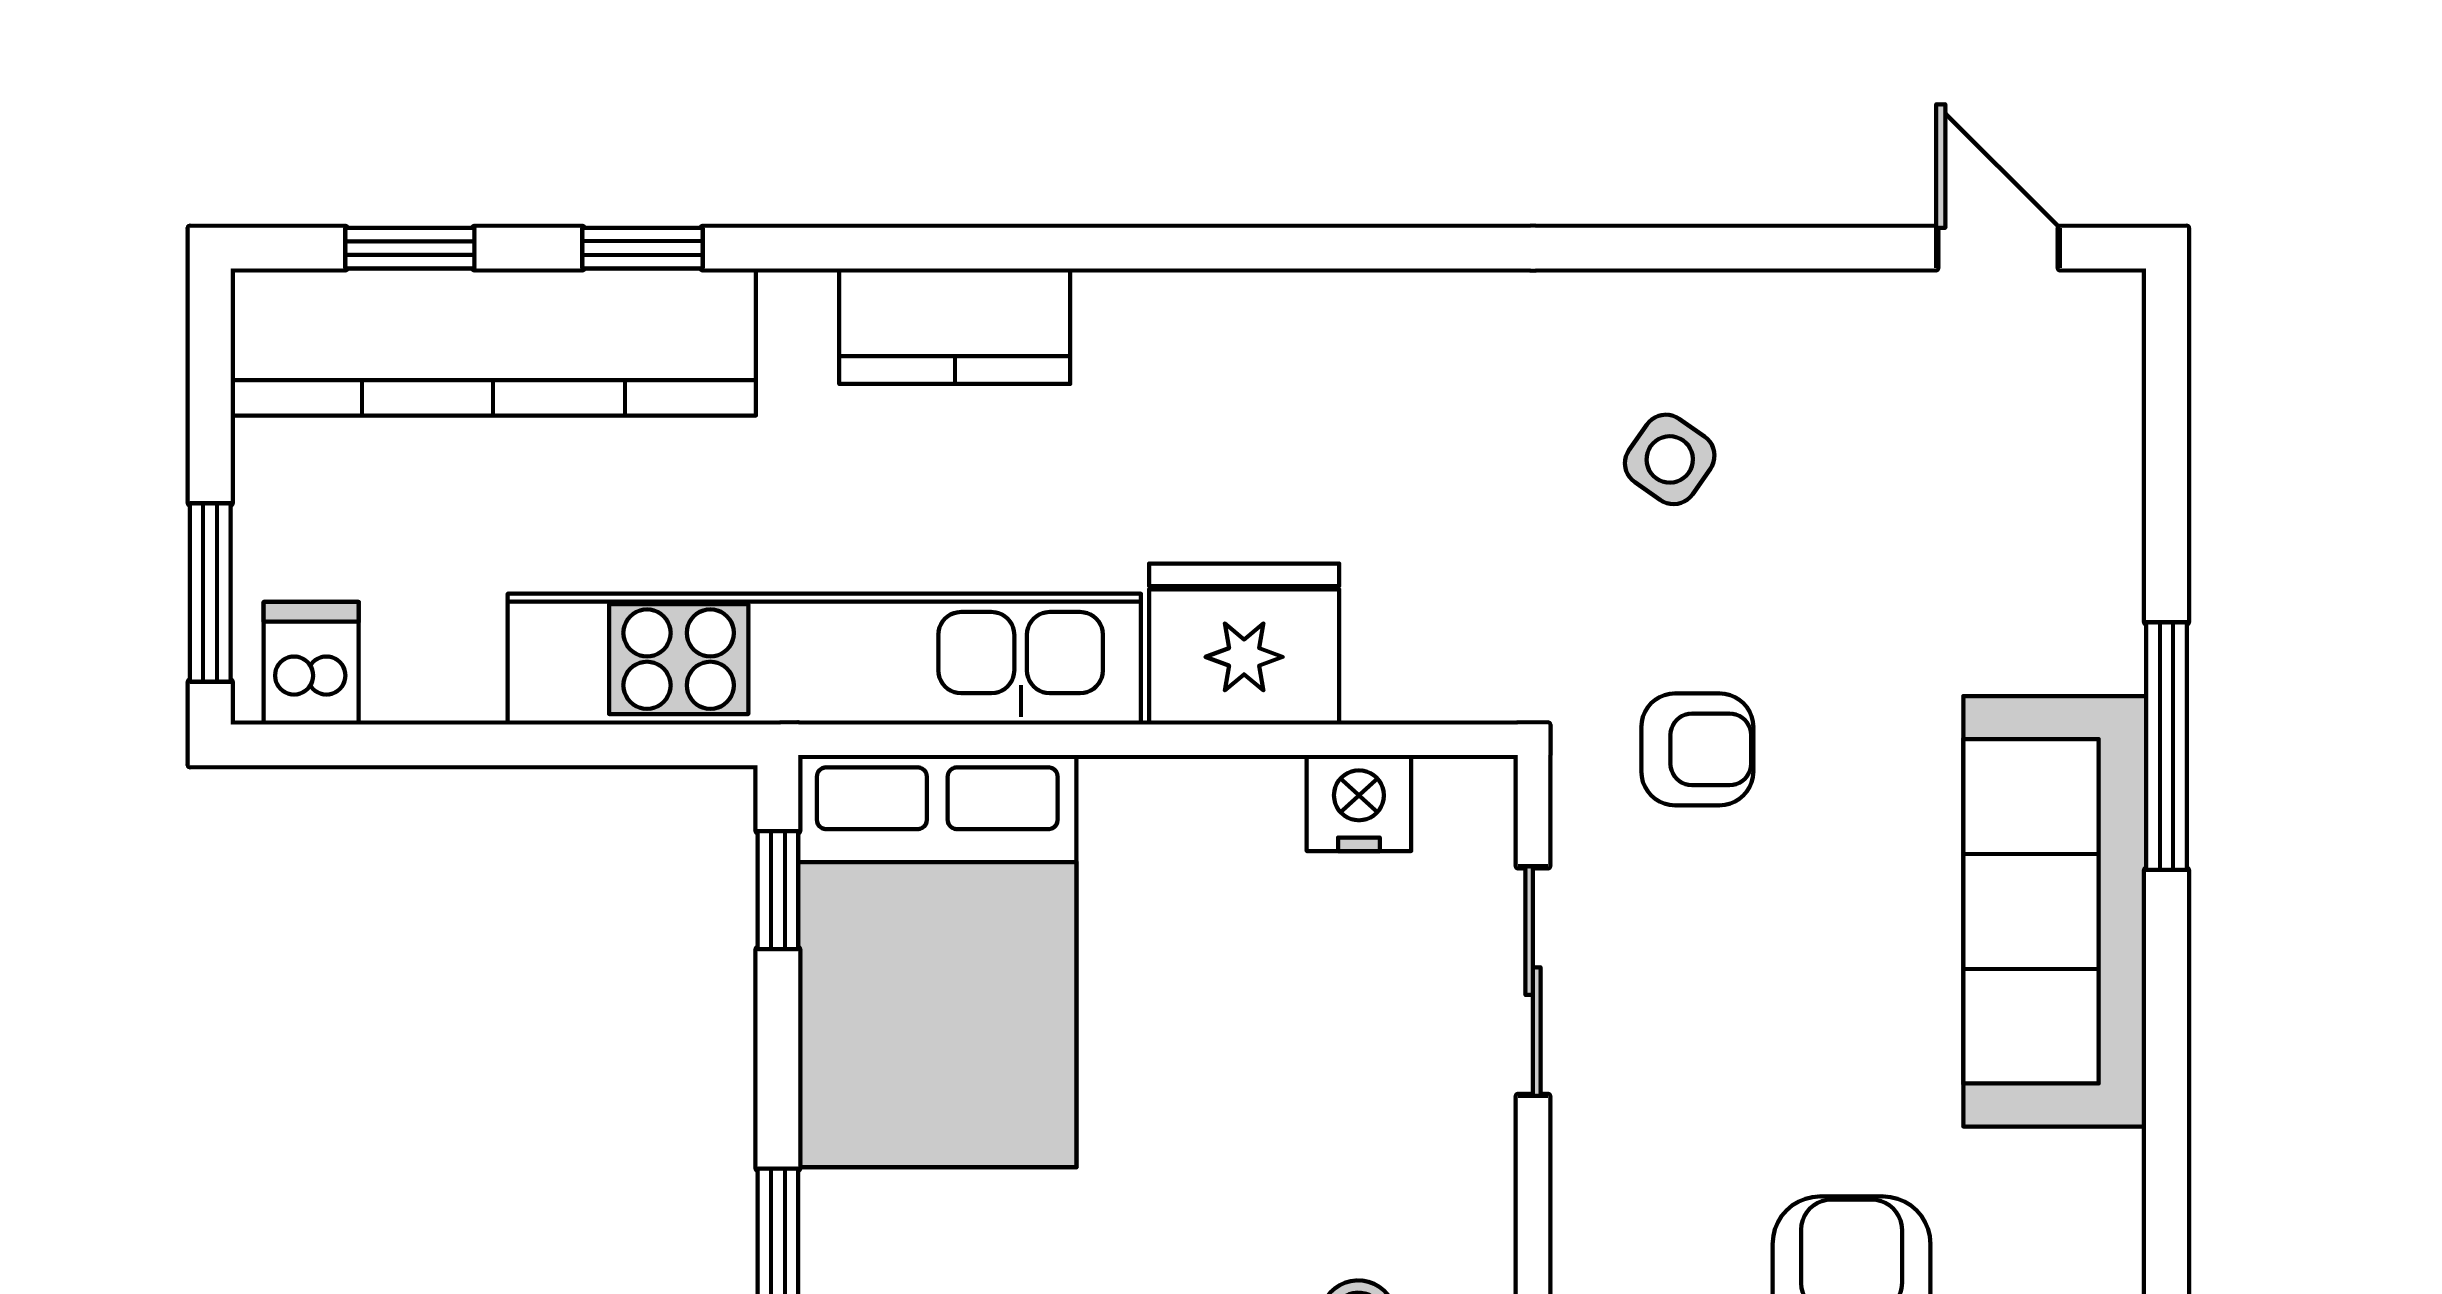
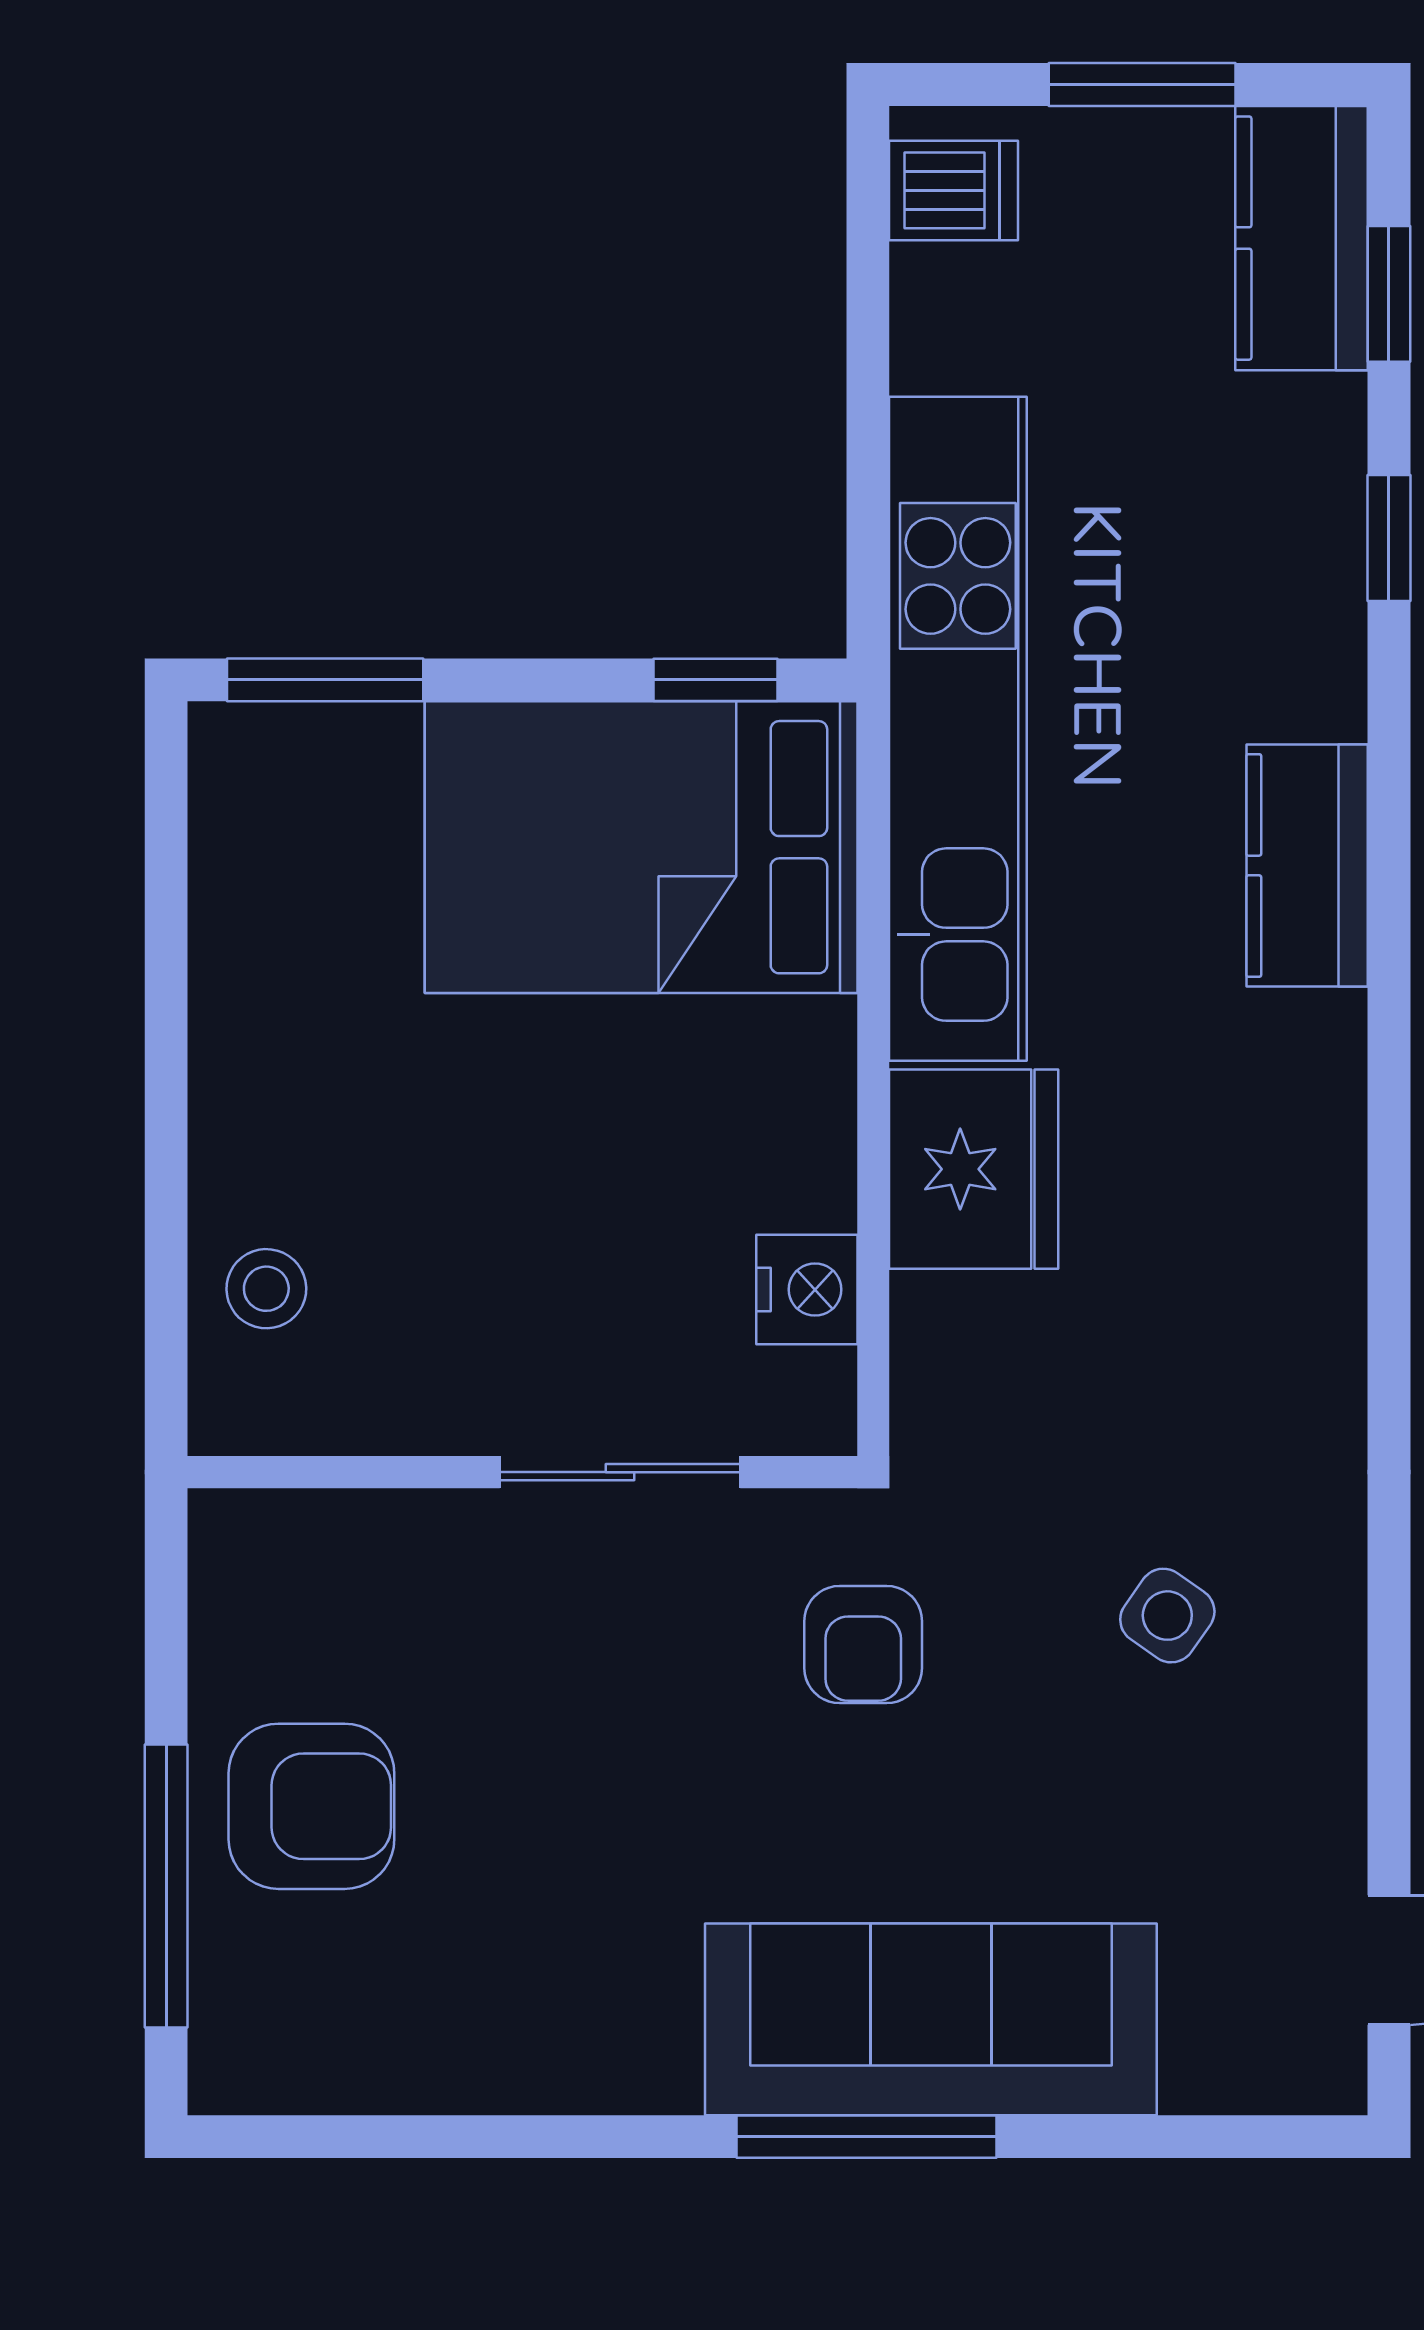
kitchen counter: (493, 342) -> (1302, 238), width x0.48, depth x0.86
window: (210, 592) -> (1142, 84), moved
sofa: (2055, 911) -> (931, 2019), moved

